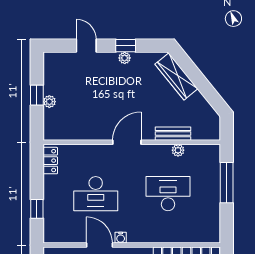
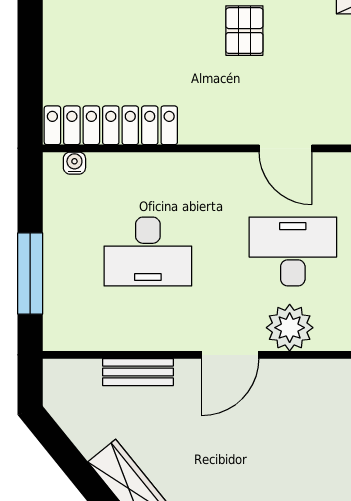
plant: (178, 150) -> (290, 328), moved, width x1.88, depth x1.88
water cooler: (121, 238) -> (74, 163), moved

